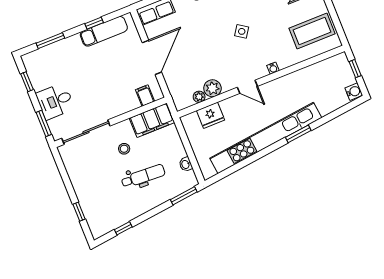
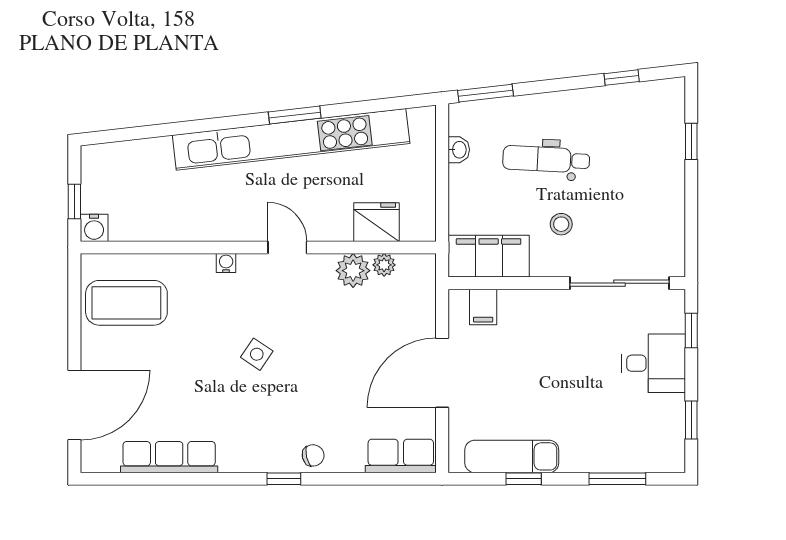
water cooler: (354, 92) -> (94, 228), moved, turned -90
window: (44, 123) -> (691, 330), width x0.67
window: (298, 134) -> (295, 115), moved

